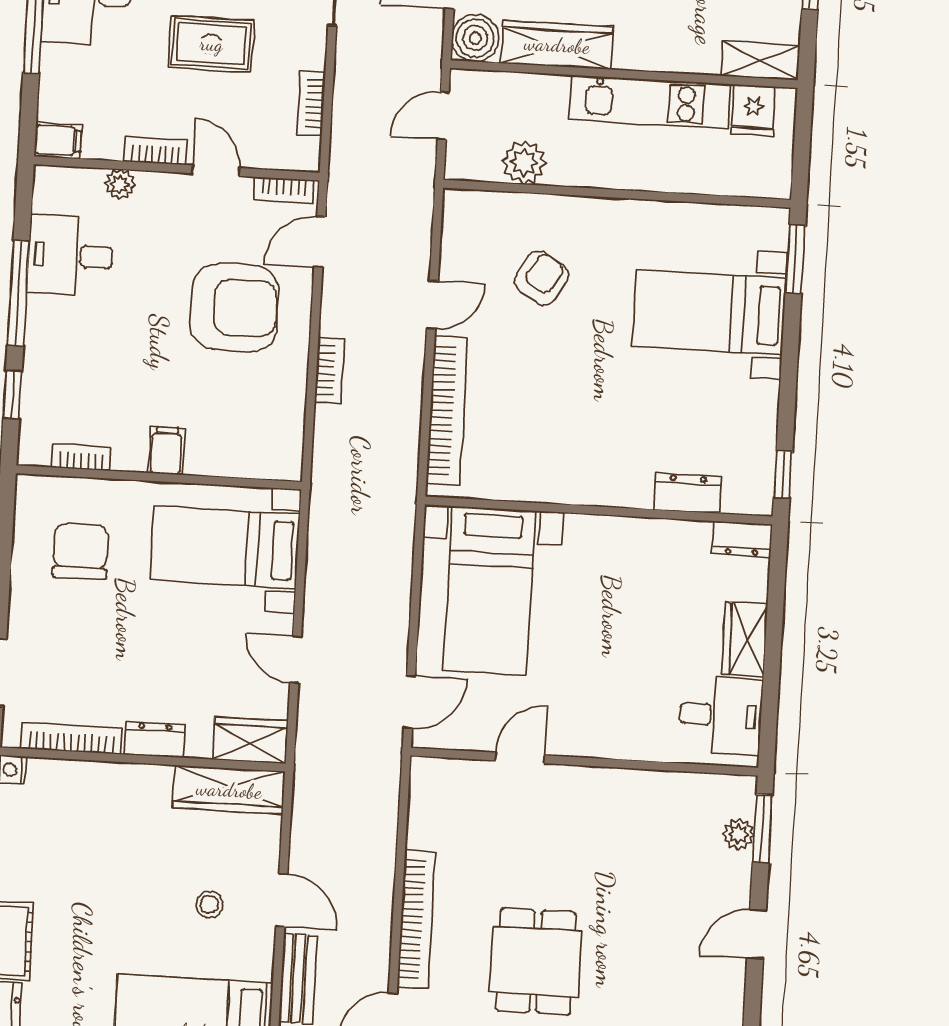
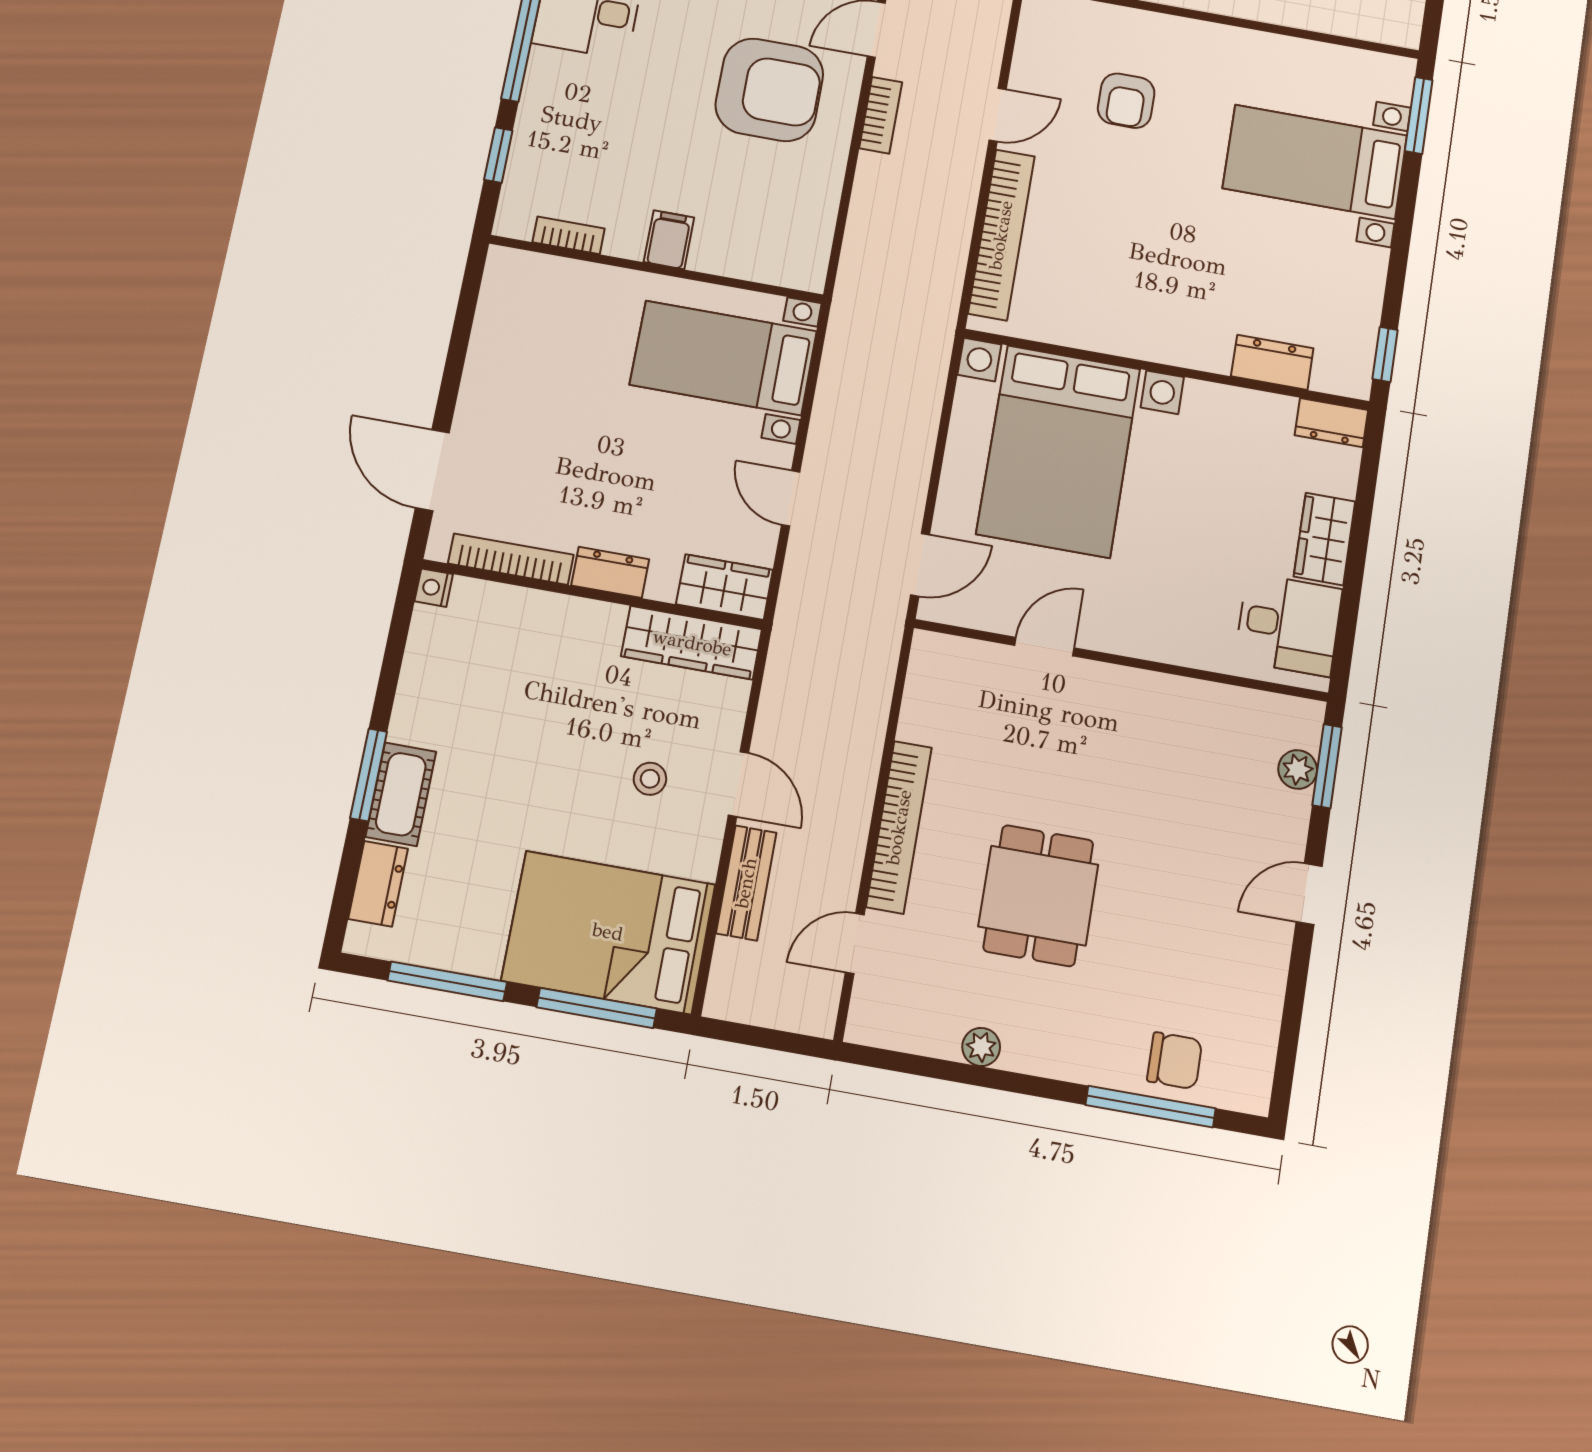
armchair: (541, 278) -> (1126, 101), turned 149
bookcase: (329, 370) -> (881, 115), moved
chair: (81, 551) -> (553, 342), removed
bed with nightstands: (489, 591) -> (1059, 451), width x1.36

